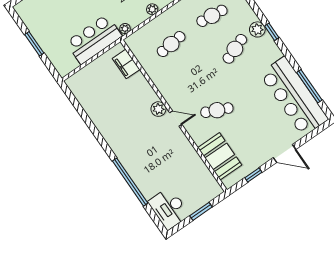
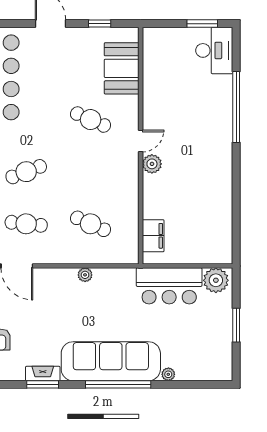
plant: (125, 29) -> (216, 280), moved, width x1.87, depth x1.87
cafe table: (171, 44) -> (91, 224), turned 30
door: (176, 119) -> (141, 141), swing flipped
window: (201, 211) -> (202, 24), moved

